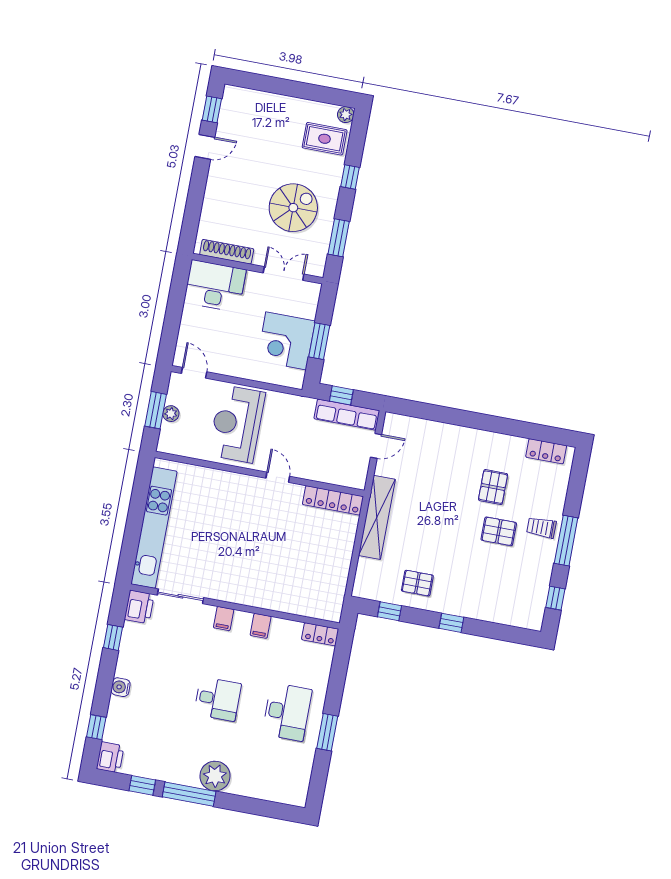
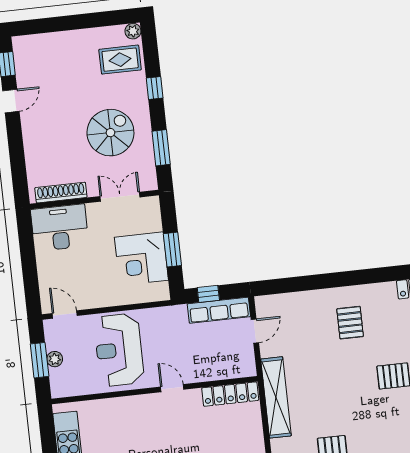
pallet: (493, 487) -> (350, 323), moved

